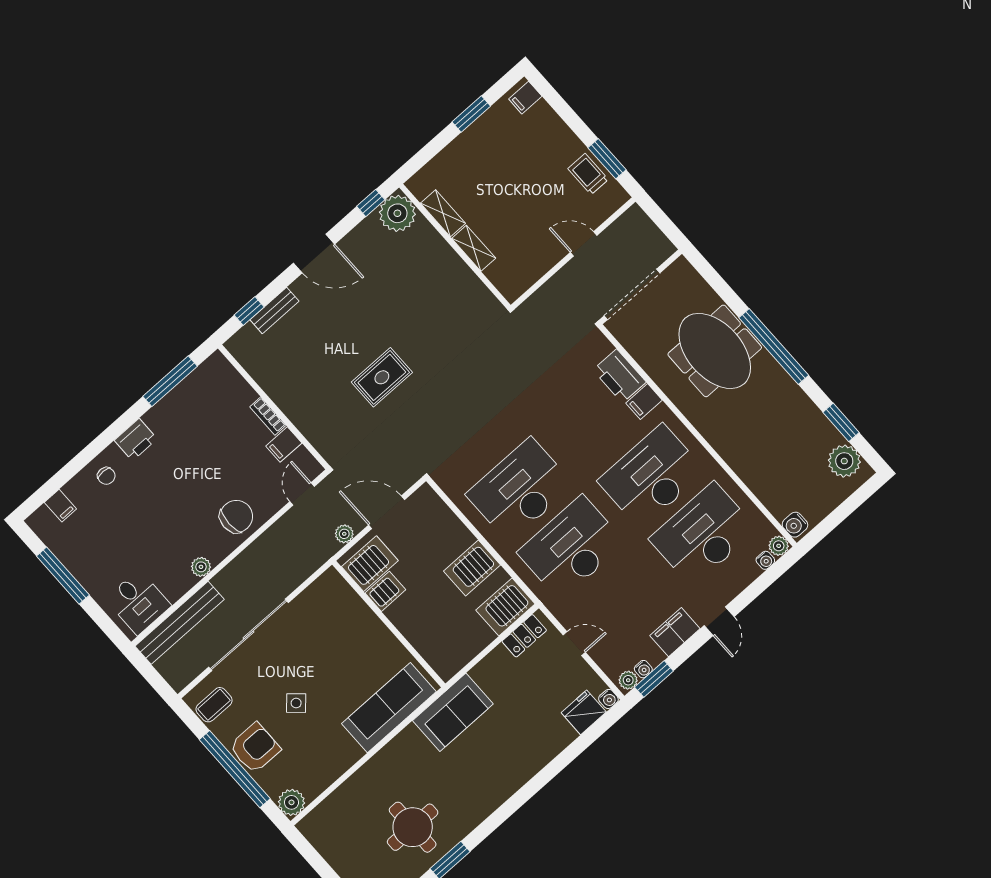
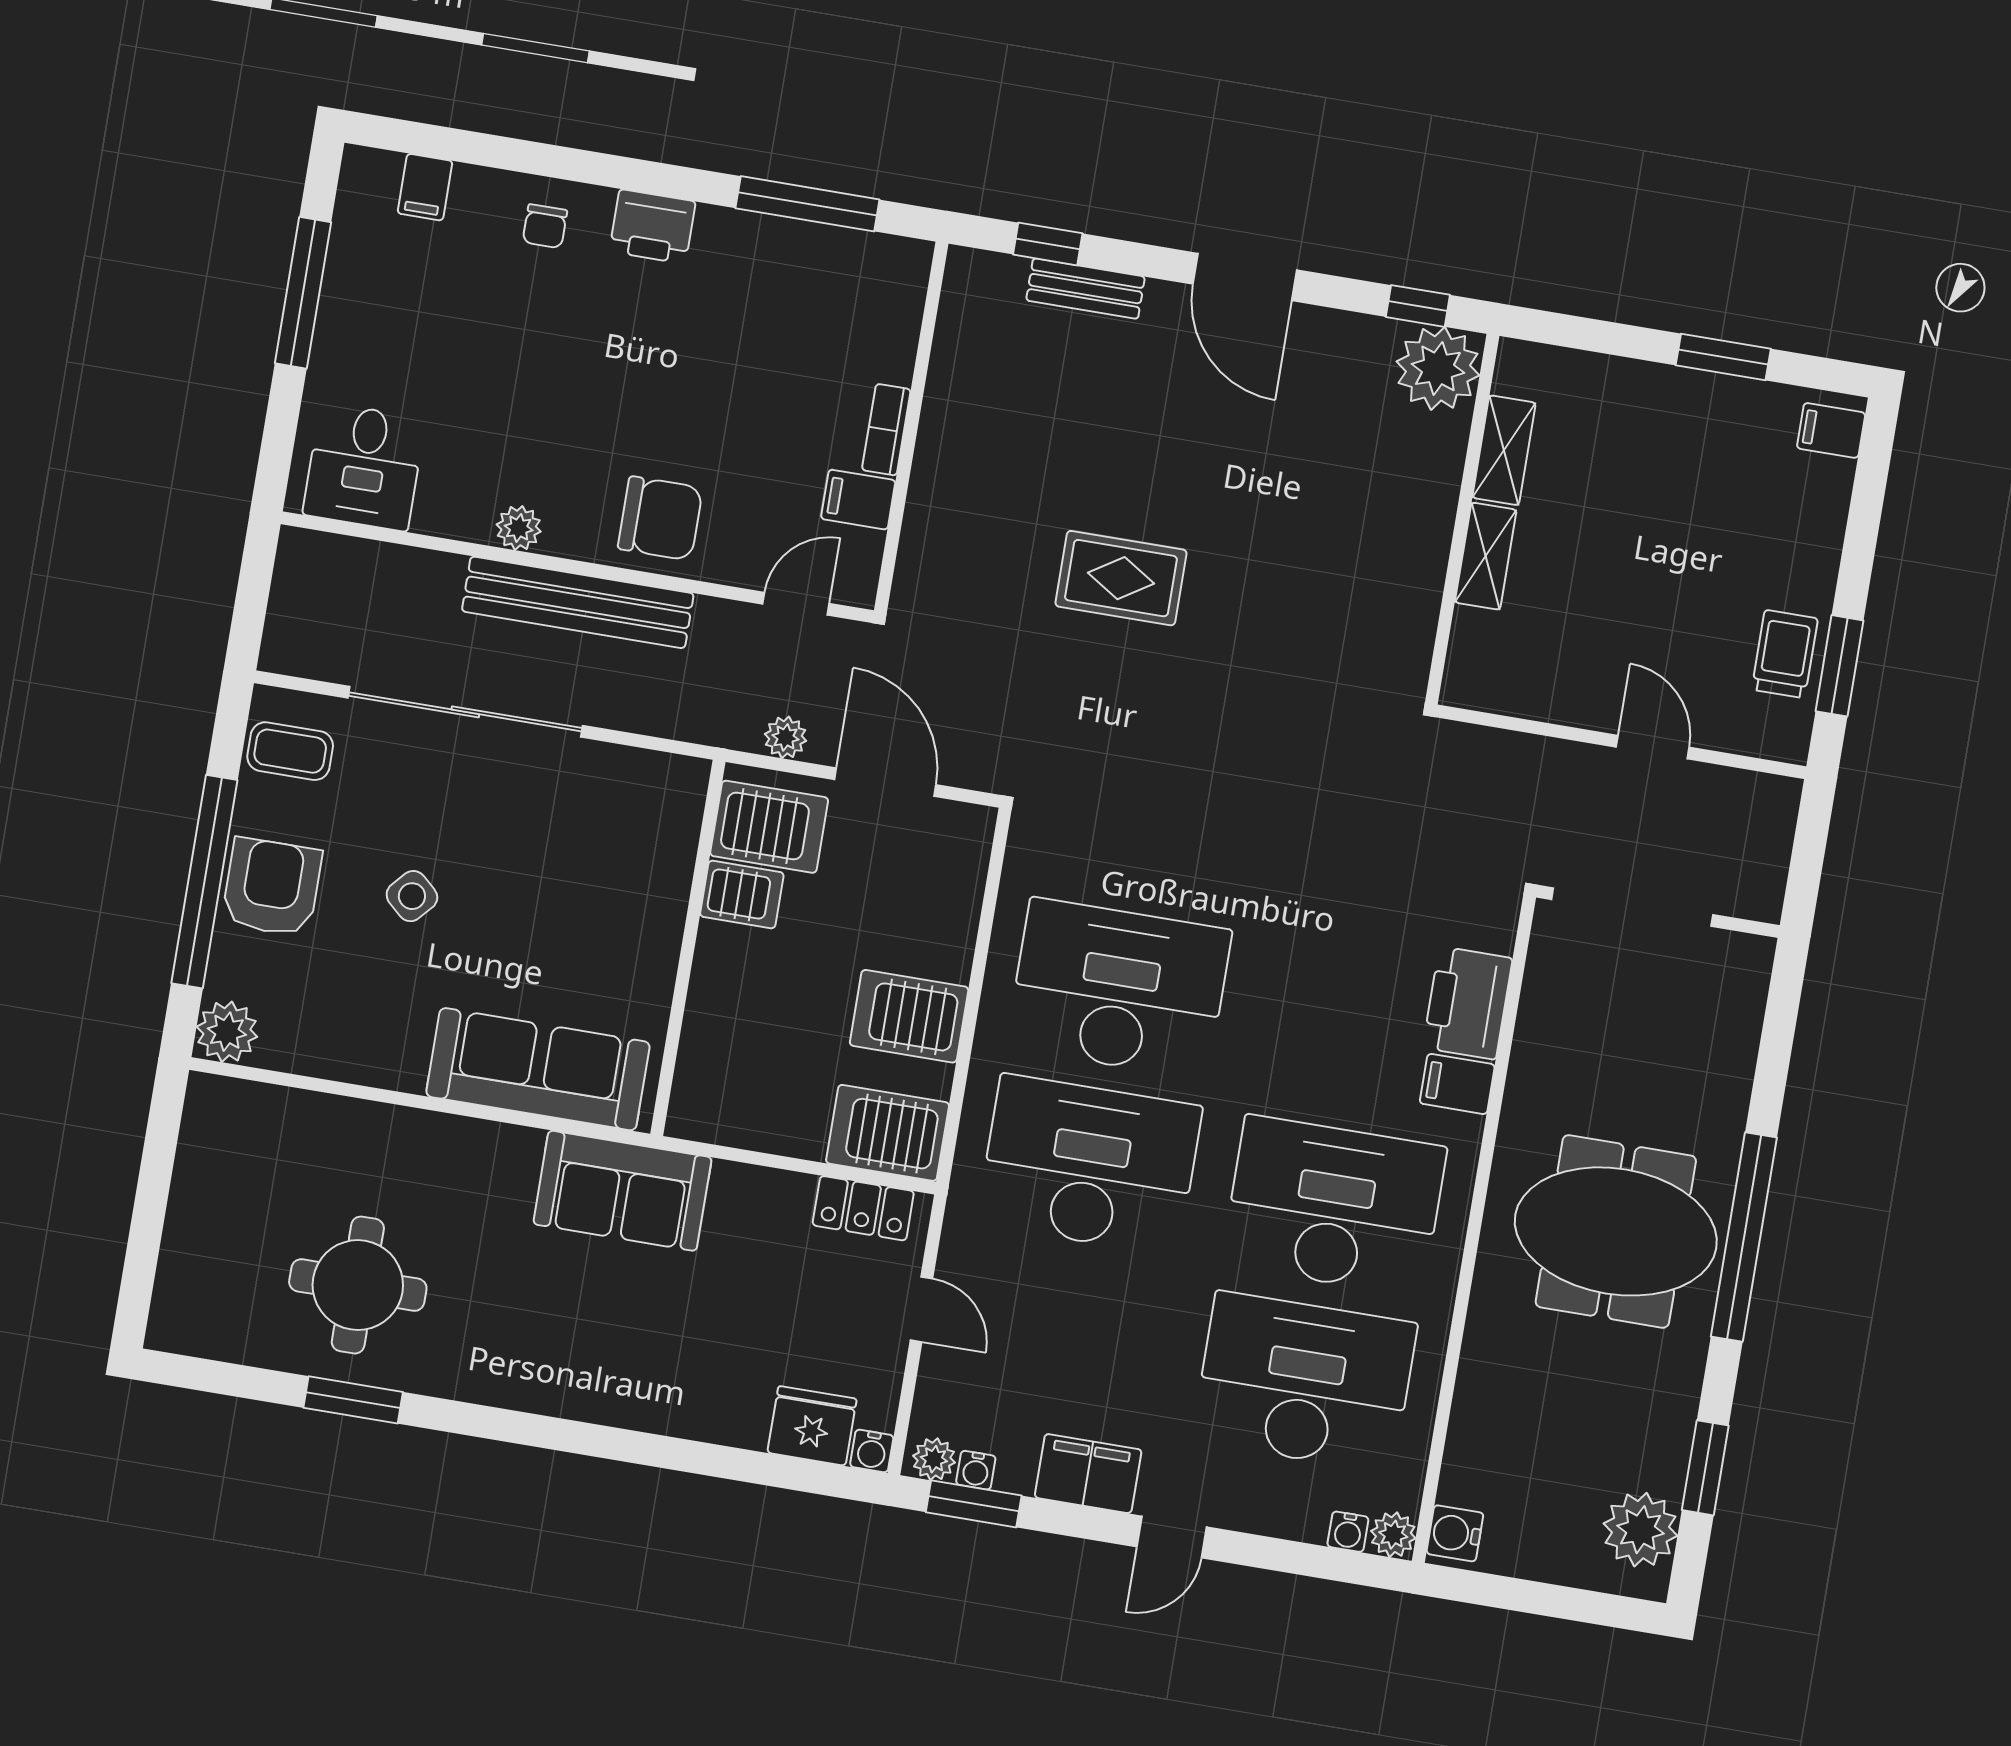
meeting table: (715, 351) -> (1616, 1231), moved, turned 90
bench: (180, 623) -> (578, 602), moved
armchair: (255, 748) -> (272, 887), turned -90

